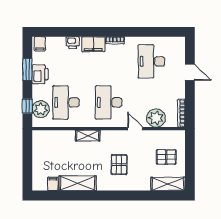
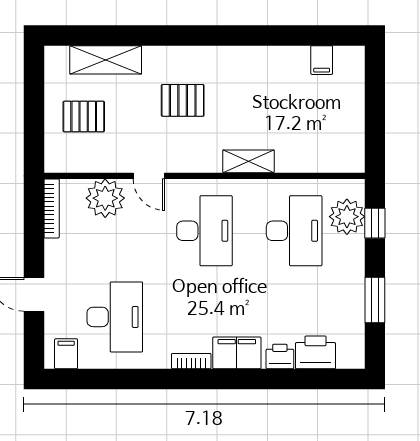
filing cabinet: (40, 44) -> (66, 354), moved
printer: (40, 74) -> (316, 352), moved, turned 90
pallet: (119, 165) -> (183, 100), turned 90
shelving: (78, 183) -> (270, 61), removed
shelving: (168, 184) -> (106, 60), moved

